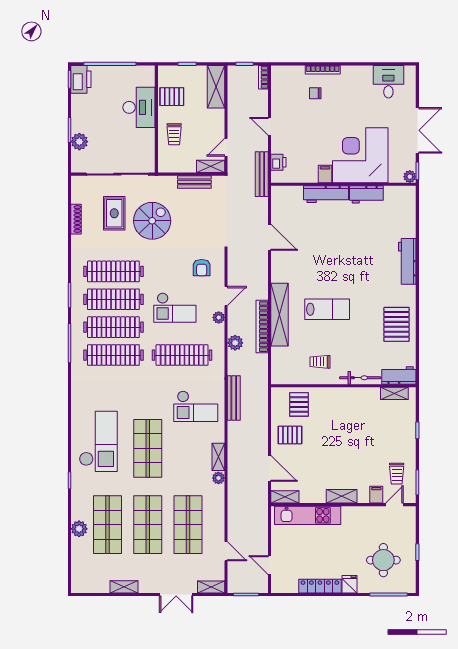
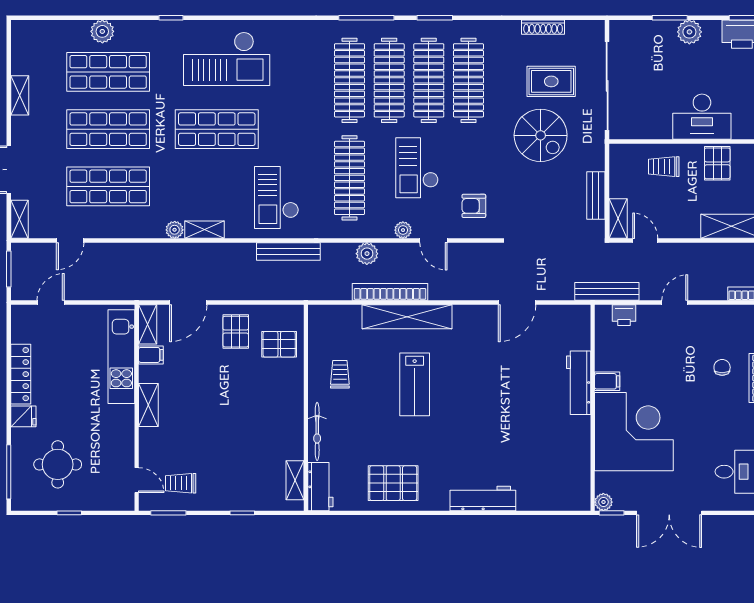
plant: (79, 142) -> (689, 32), moved
workbench: (366, 194) -> (578, 440), removed
filing cabinet: (376, 495) -> (151, 355), moved

